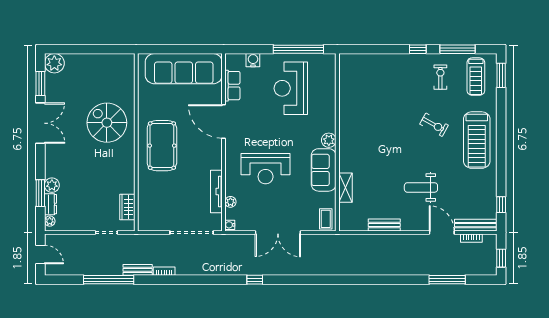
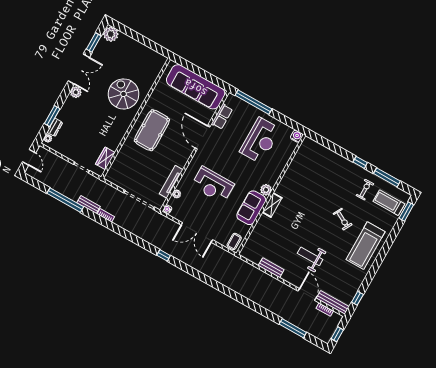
window: (298, 49) -> (253, 102), moved
water cooler: (253, 60) -> (297, 136), moved
treadmill: (476, 77) -> (389, 203), turned 90
reception desk: (291, 88) -> (260, 140), turned 180
plant: (52, 185) -> (76, 92), moved
shelving: (345, 188) -> (272, 205), moved

